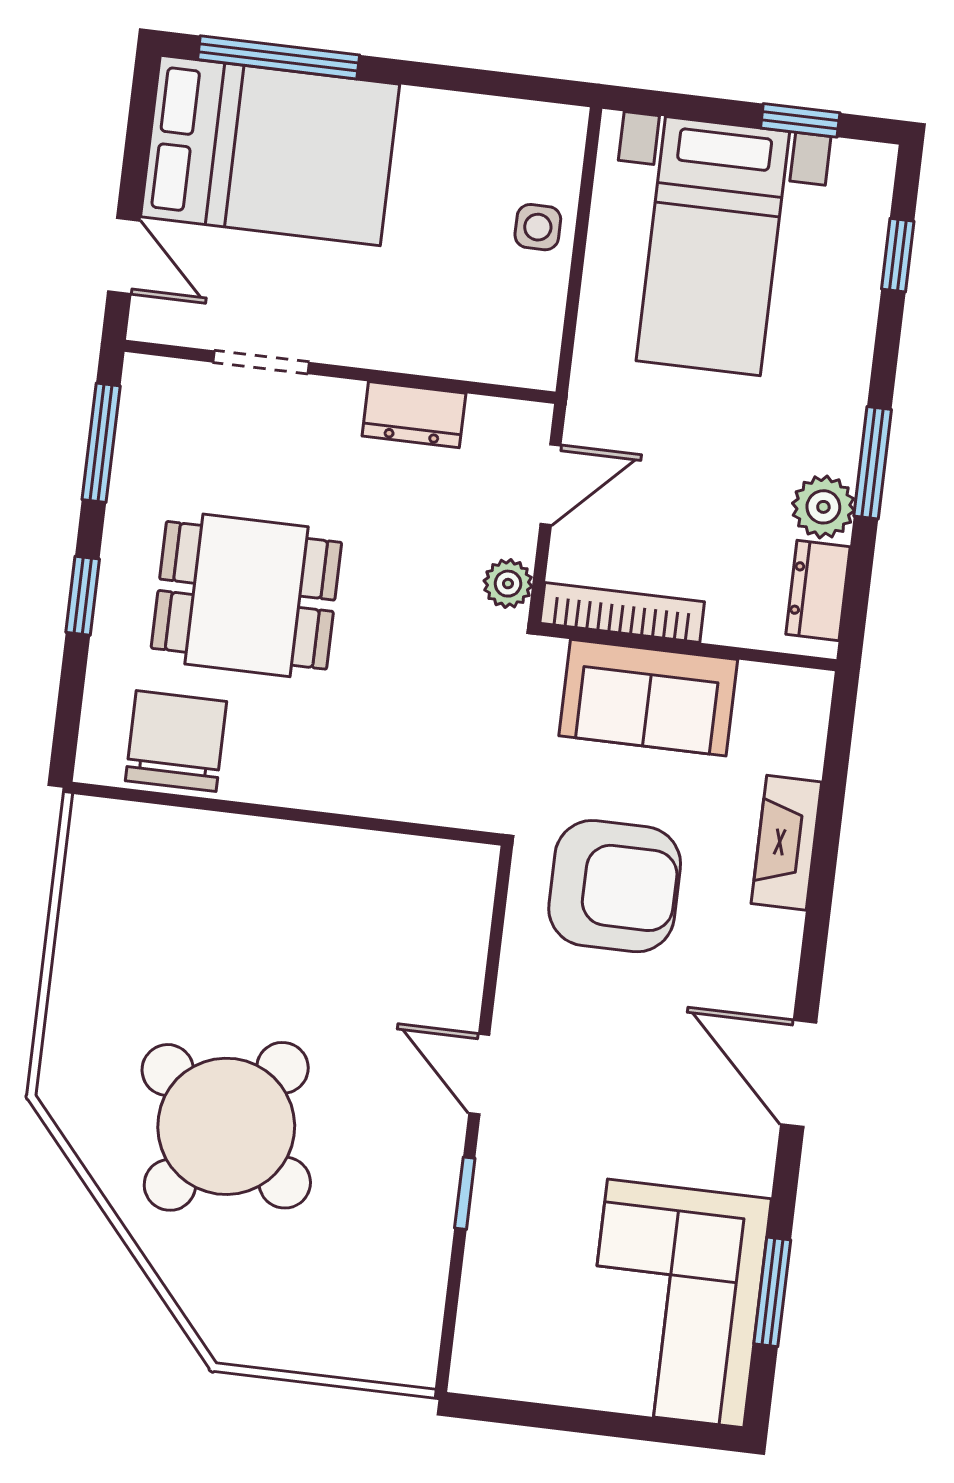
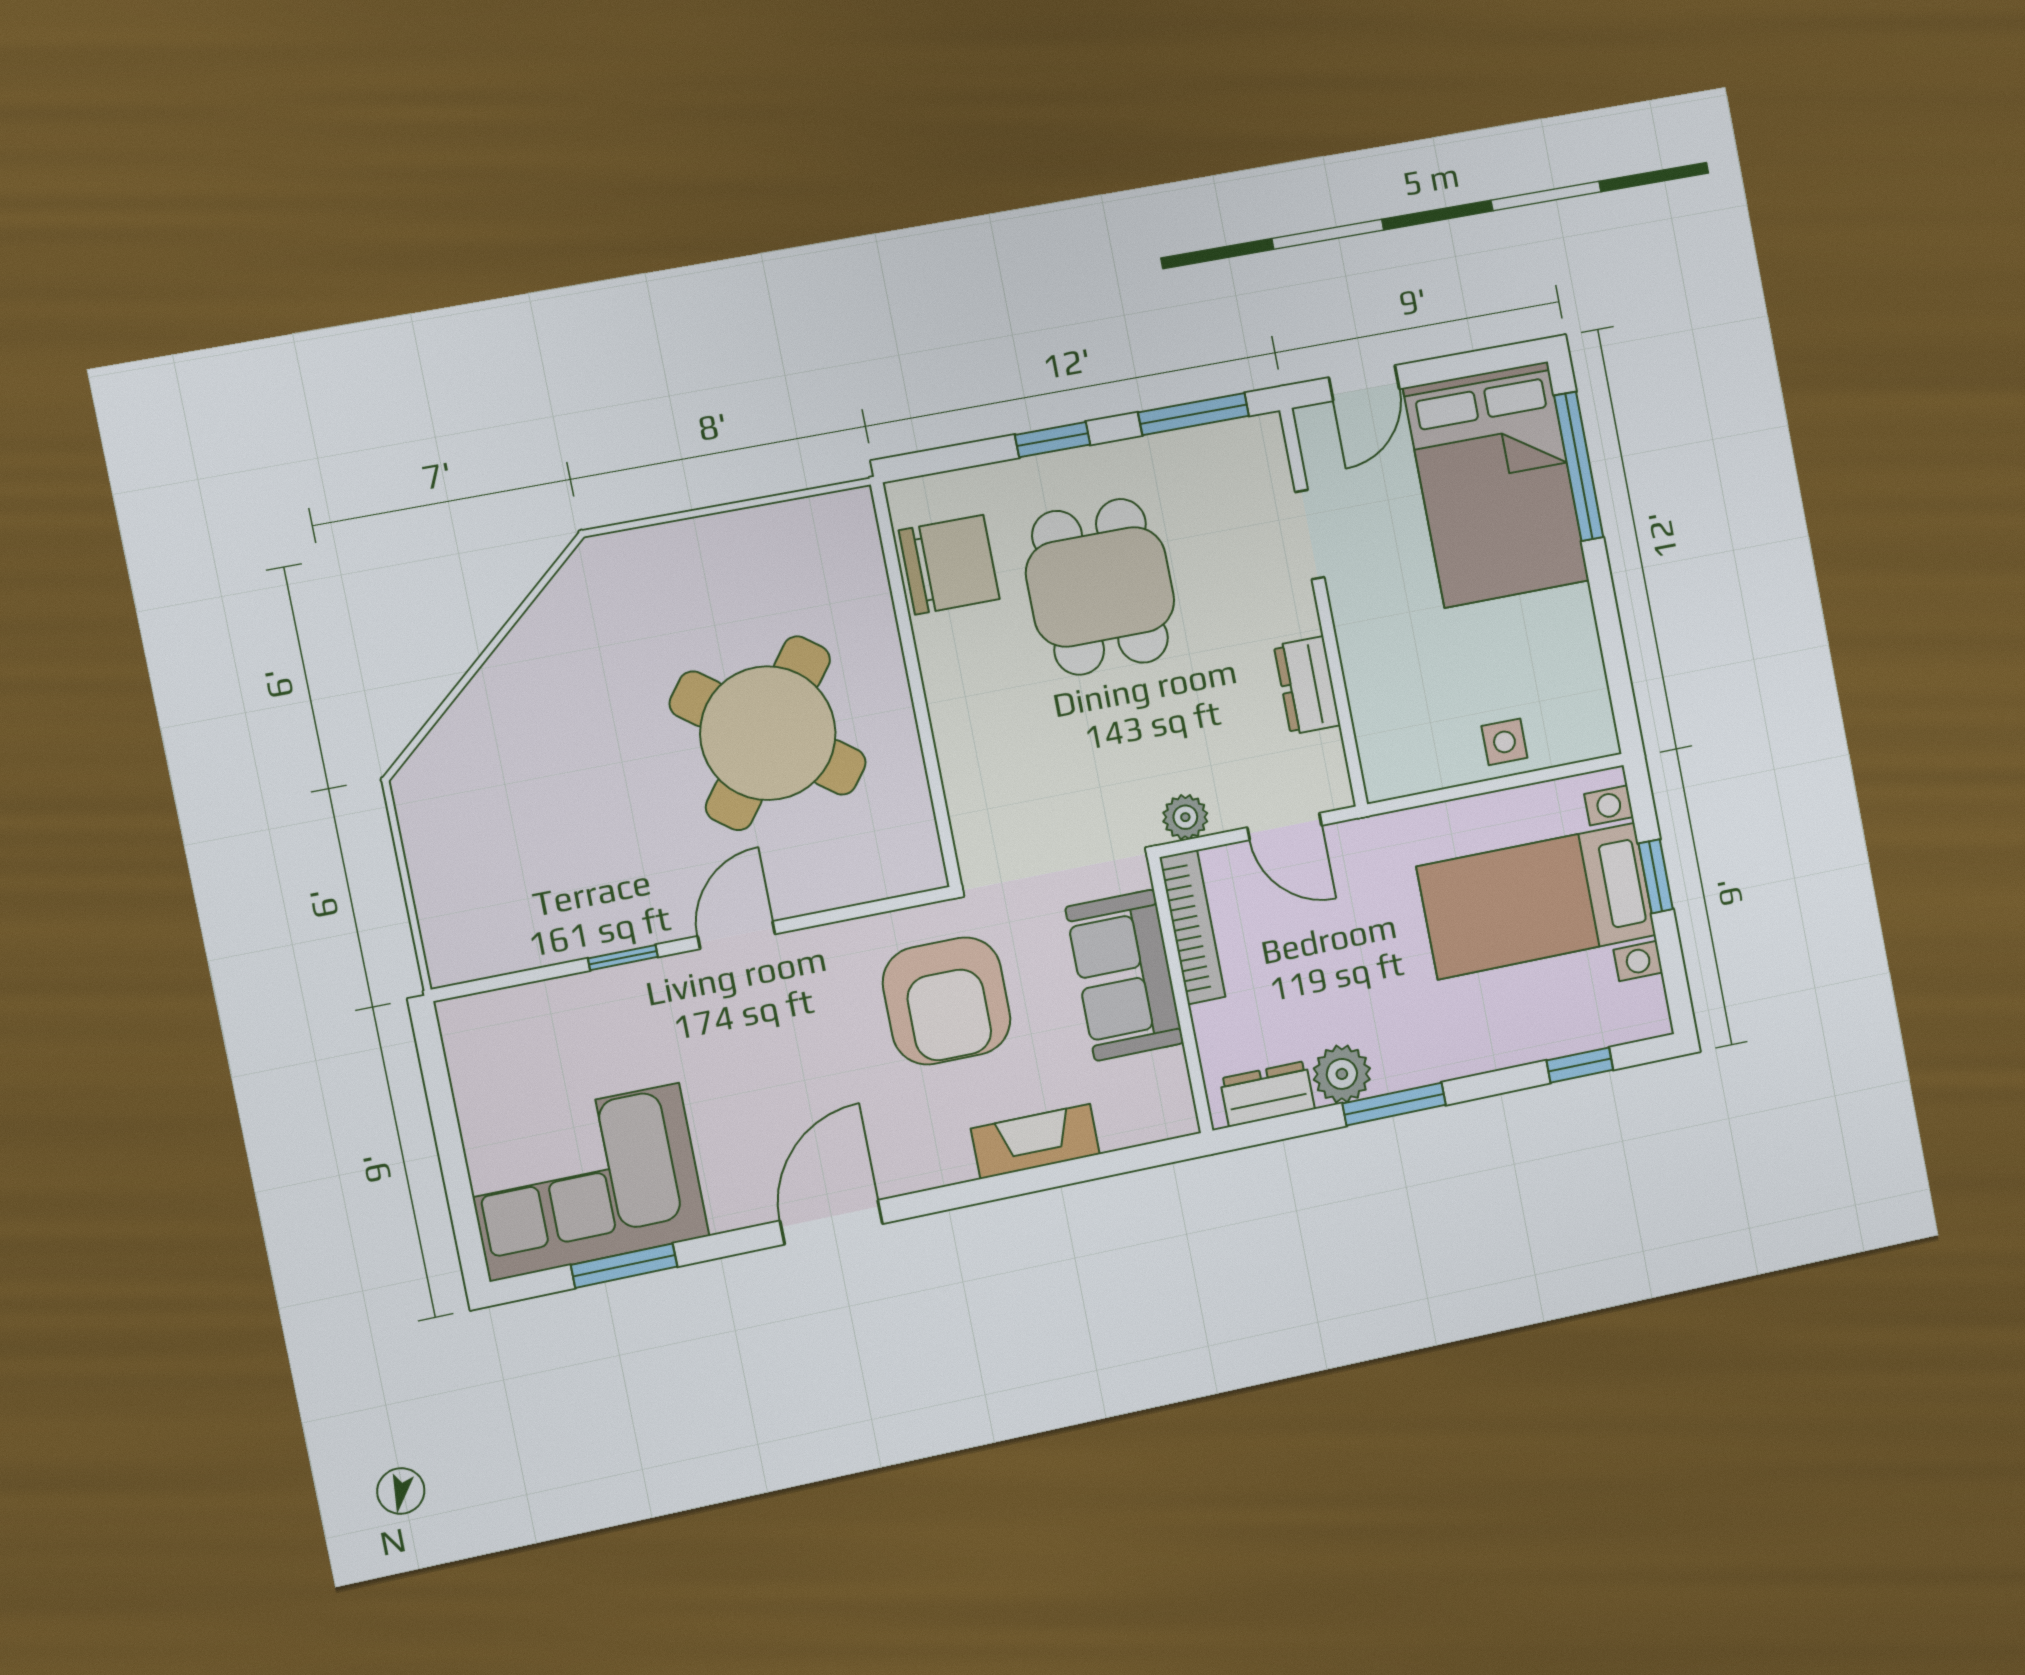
window: (800, 120) -> (1656, 876), moved
round table: (226, 1126) -> (768, 733), moved

